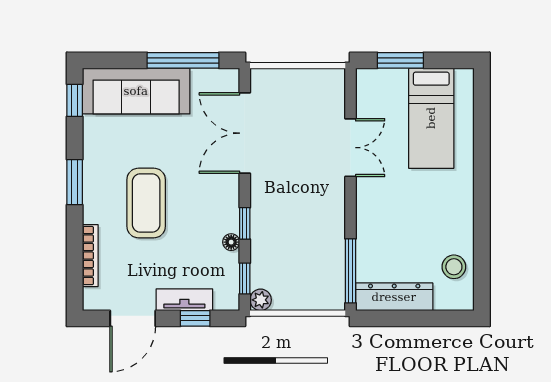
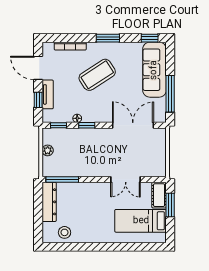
cot: (381, 82) -> (159, 195), added
coffee table: (146, 203) -> (97, 75), turned -33
plant: (261, 300) -> (48, 150), moved

